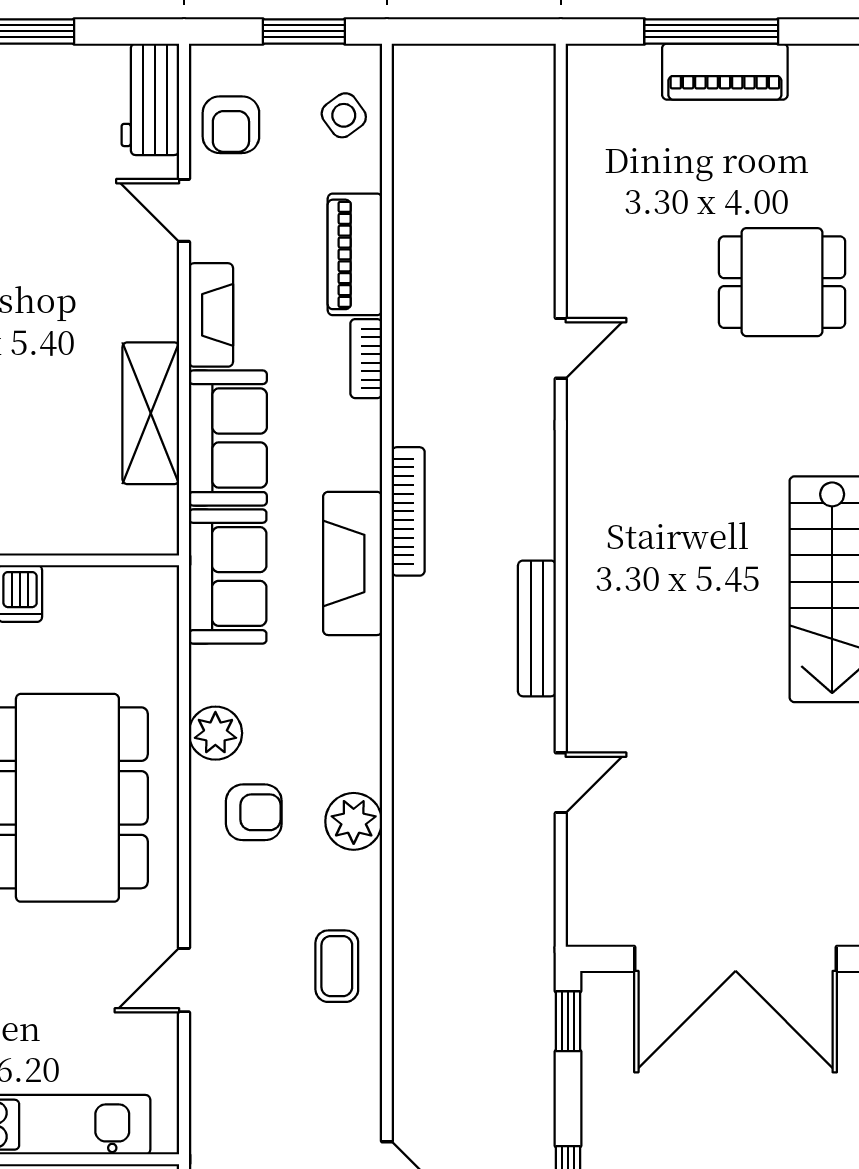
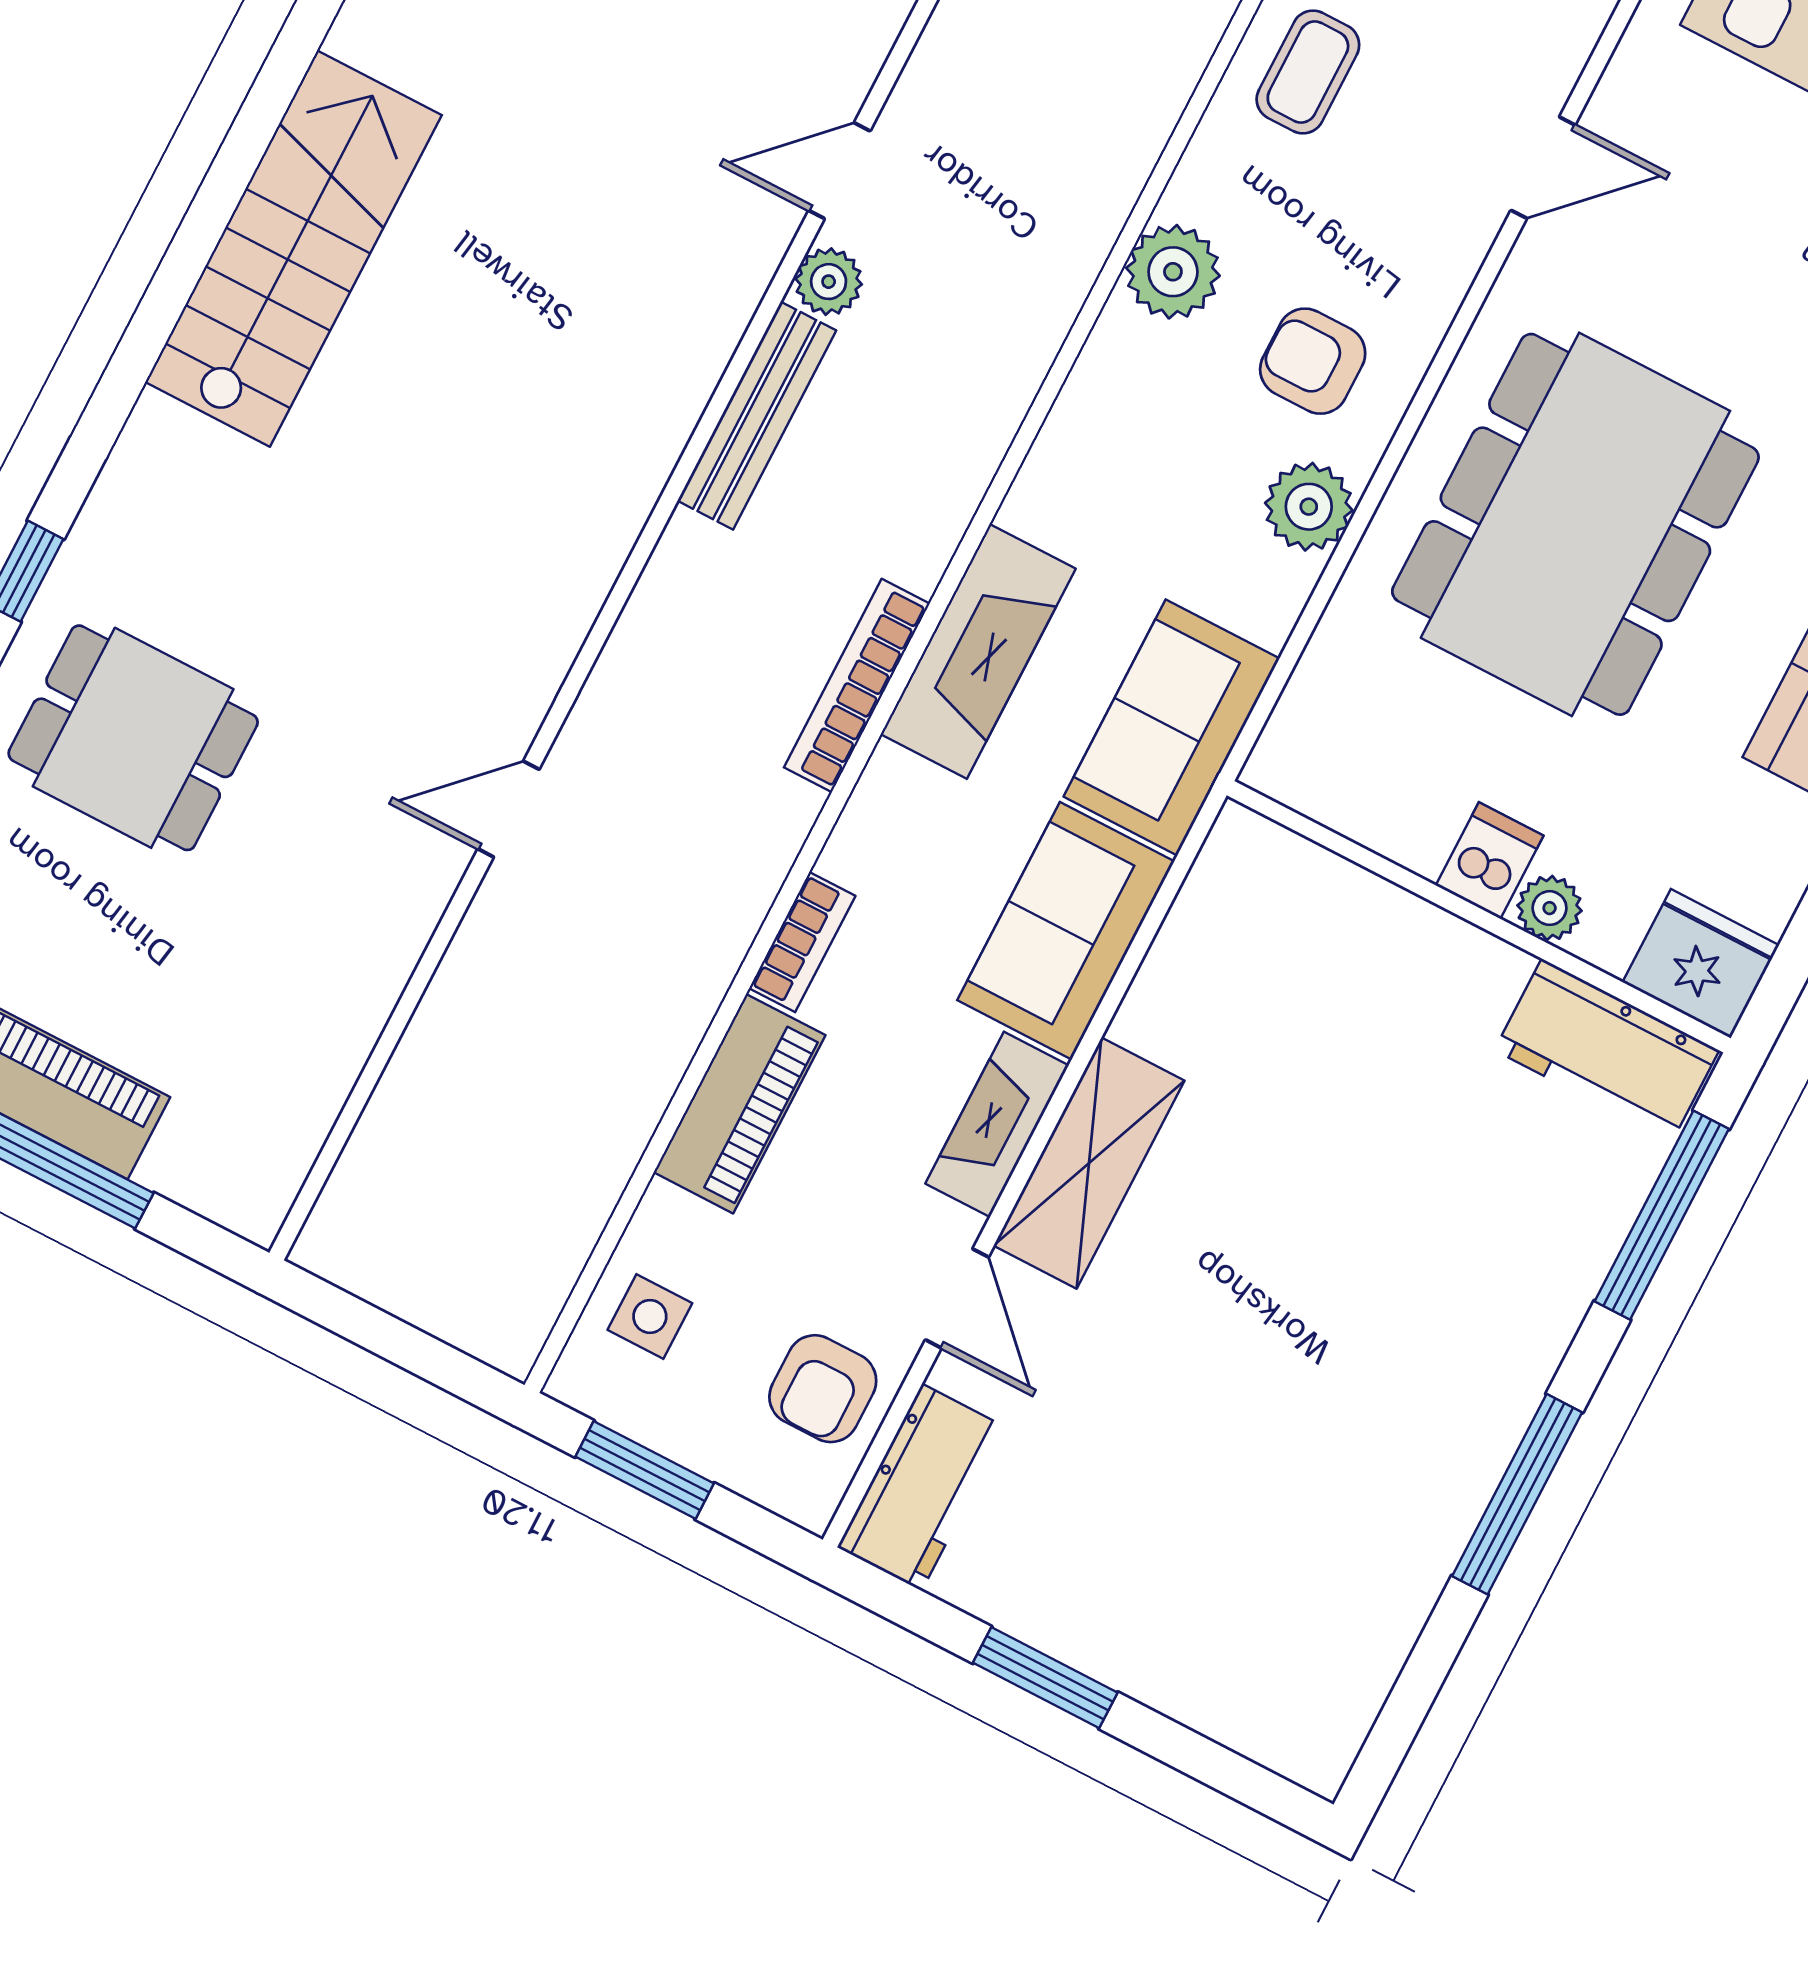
side table: (344, 115) -> (650, 1316), turned 36
armchair: (231, 125) -> (823, 1389), turned 180
shelving: (151, 413) -> (1089, 1163), moved
plant: (536, 720) -> (829, 282), added

